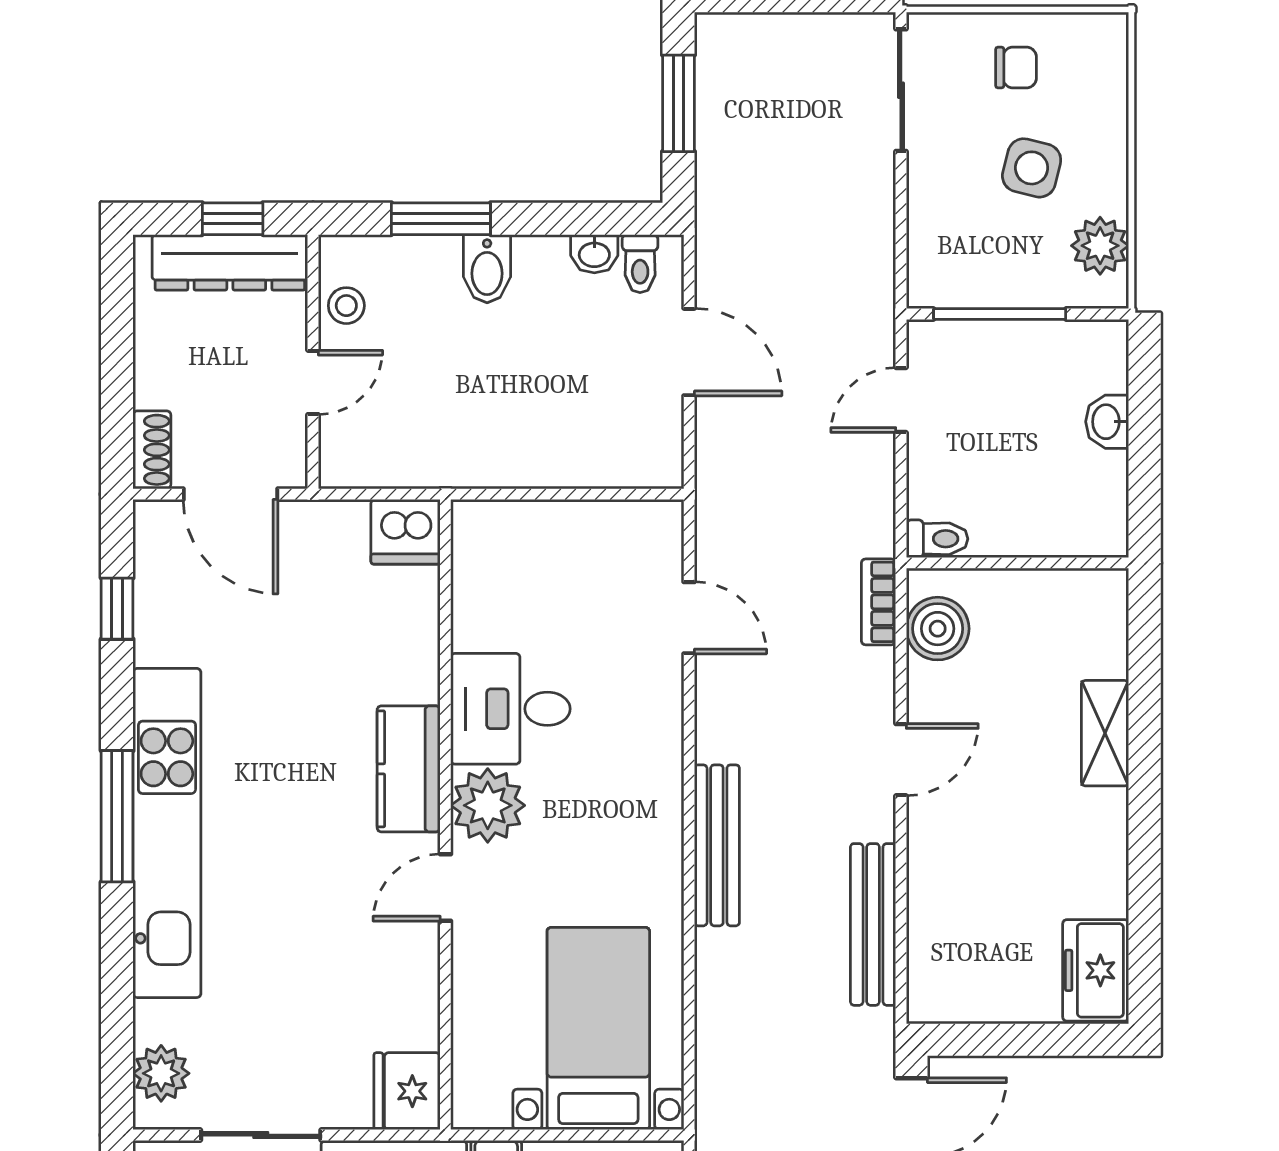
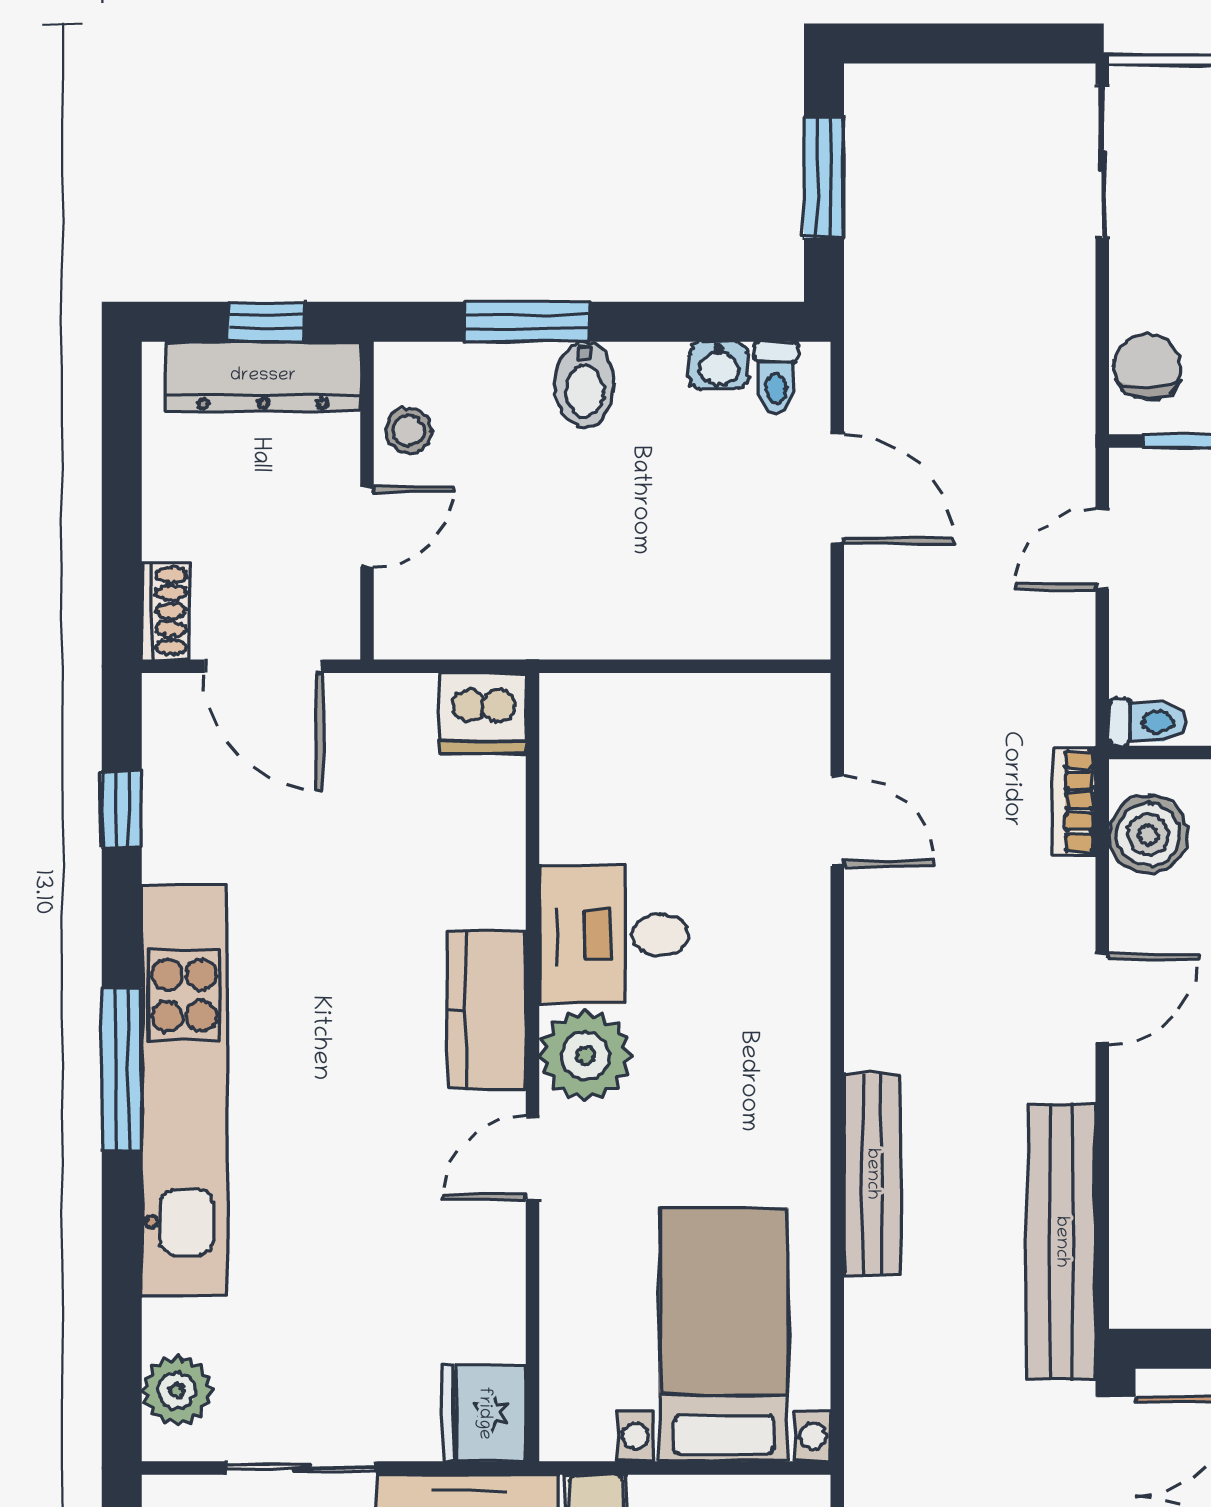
chair: (937, 254) -> (1147, 366), added
bench: (717, 845) -> (872, 1174), moved
bench: (873, 924) -> (1061, 1242), width x1.37, depth x1.21

